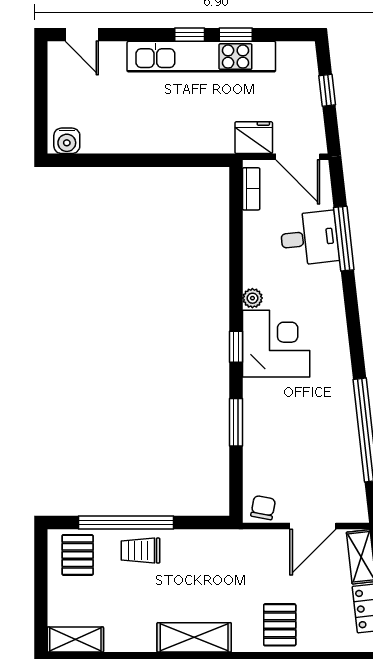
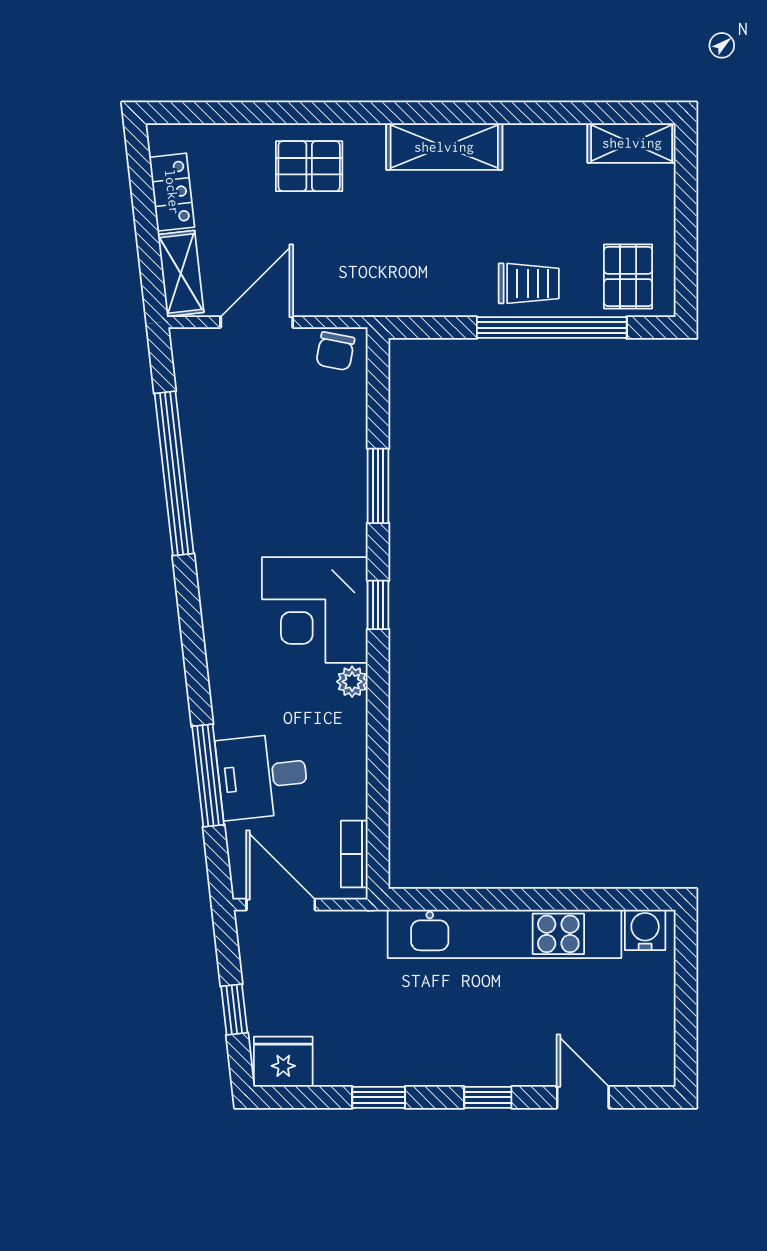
door: (82, 35) -> (583, 1097), moved
window: (190, 35) -> (488, 1097), moved
kitchen unit: (201, 57) -> (505, 934), moved, turned 180
fridge: (254, 138) -> (283, 1062), moved, turned 180
pallet: (280, 625) -> (309, 166), turned 90

